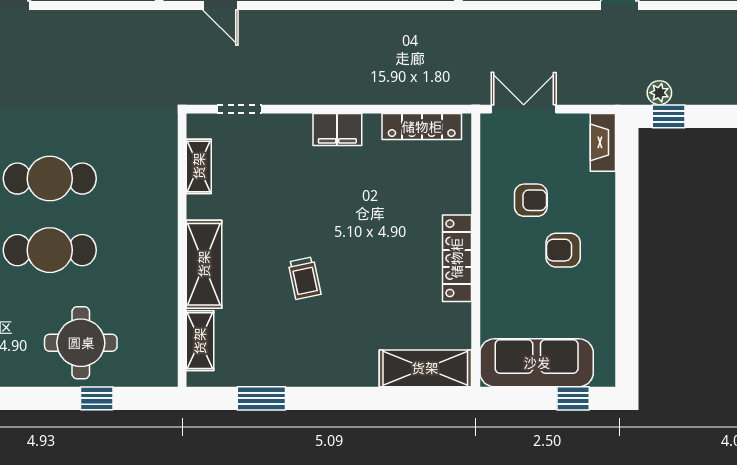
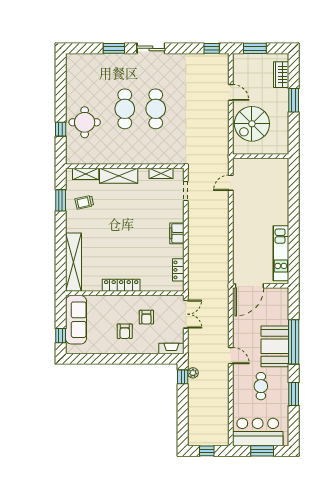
locker: (422, 127) -> (178, 270), width x0.66
armchair: (563, 250) -> (125, 331), turned 180
trolley: (304, 278) -> (84, 202), moved
shelving: (425, 368) -> (74, 262), width x1.47

